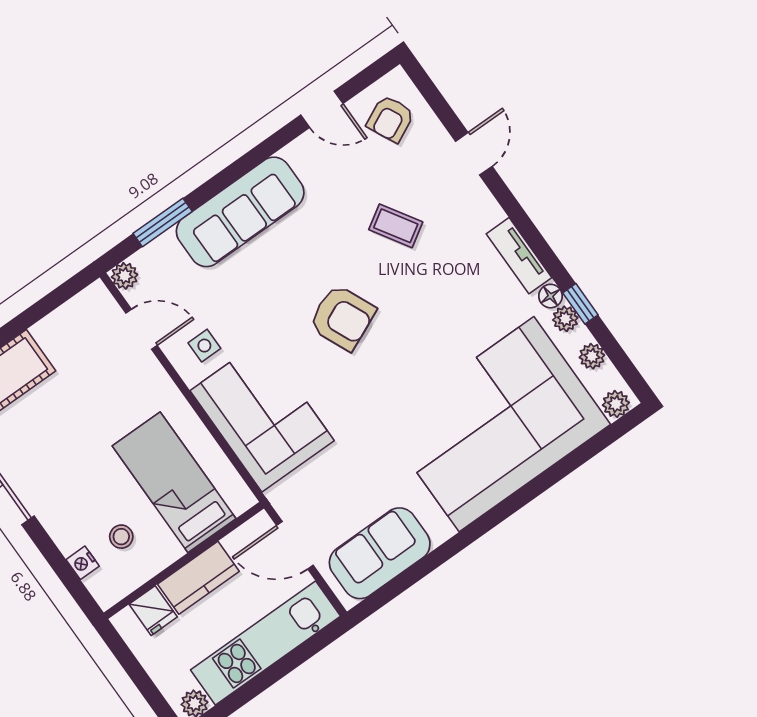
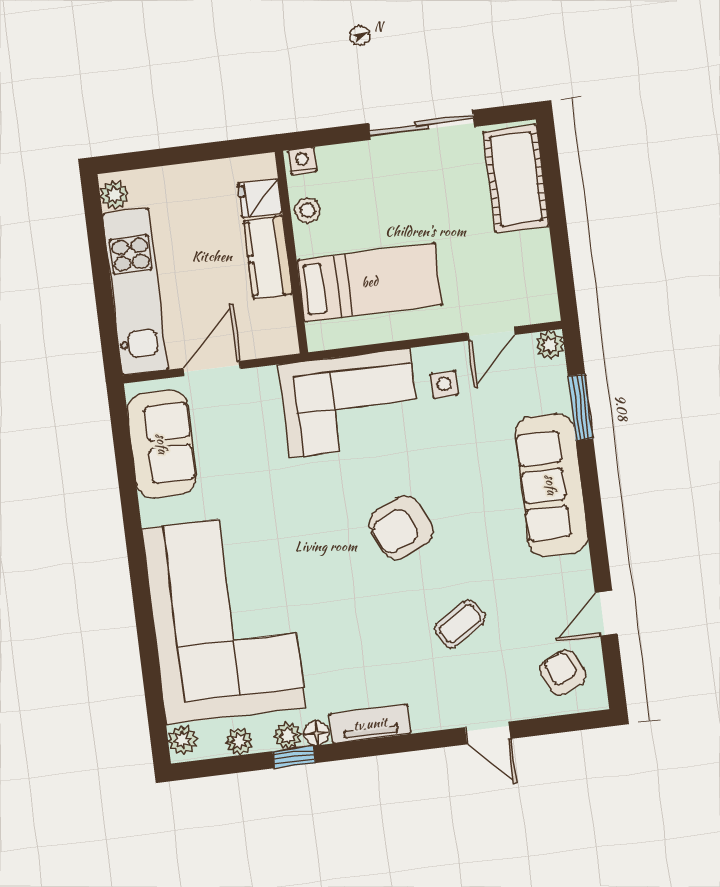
bed: (174, 482) -> (370, 282), moved
wall: (184, 560) -> (291, 252), moved
kitchen counter: (198, 578) -> (268, 257), moved
fridge: (153, 611) -> (260, 198), moved

